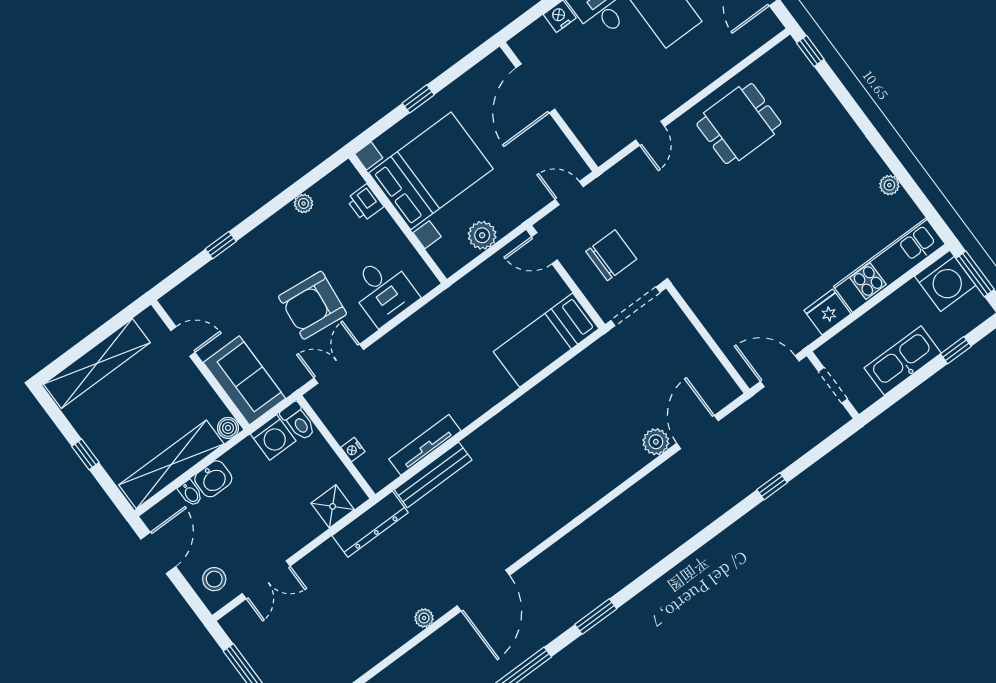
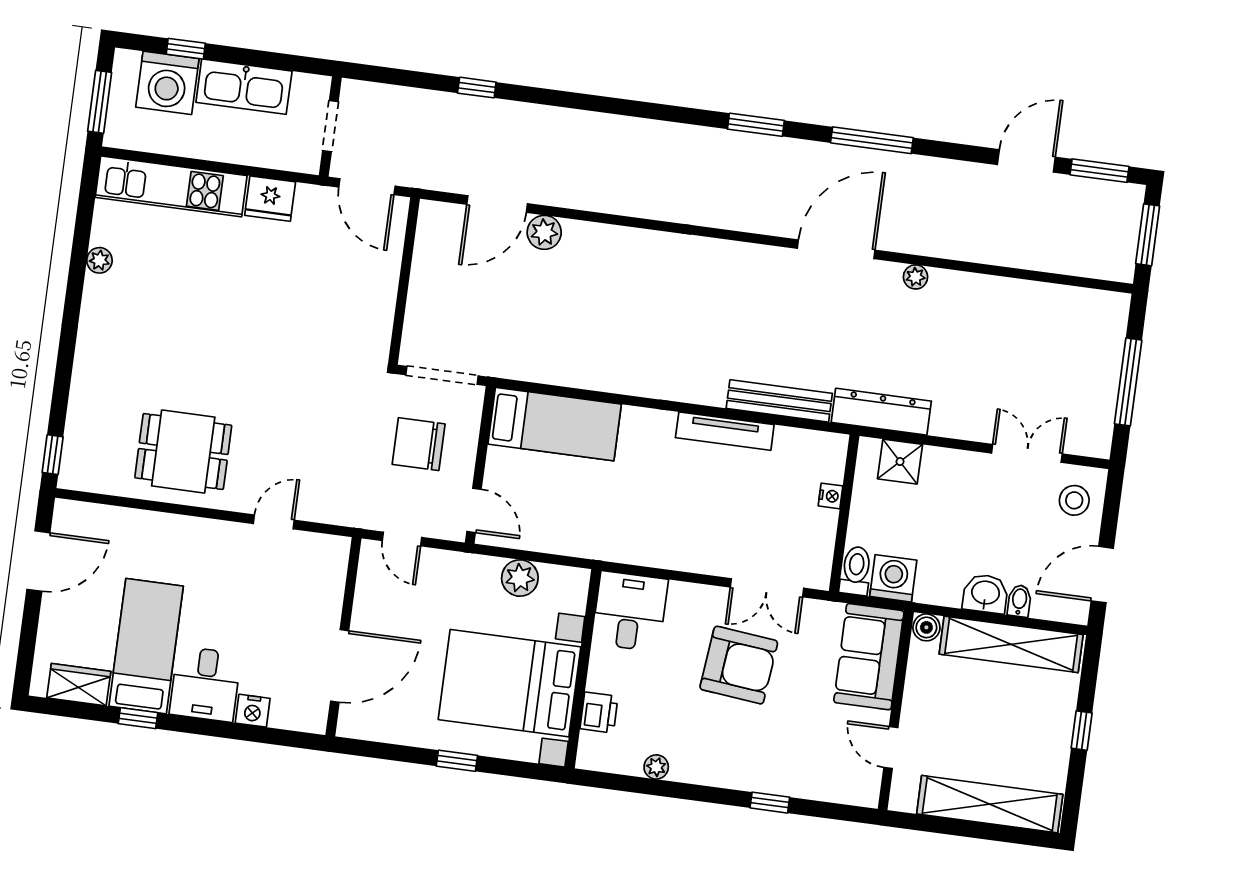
washing machine: (945, 281) -> (167, 83), moved, turned 180
desk: (383, 291) -> (630, 611), moved
tv unit: (425, 445) -> (725, 431), moved

